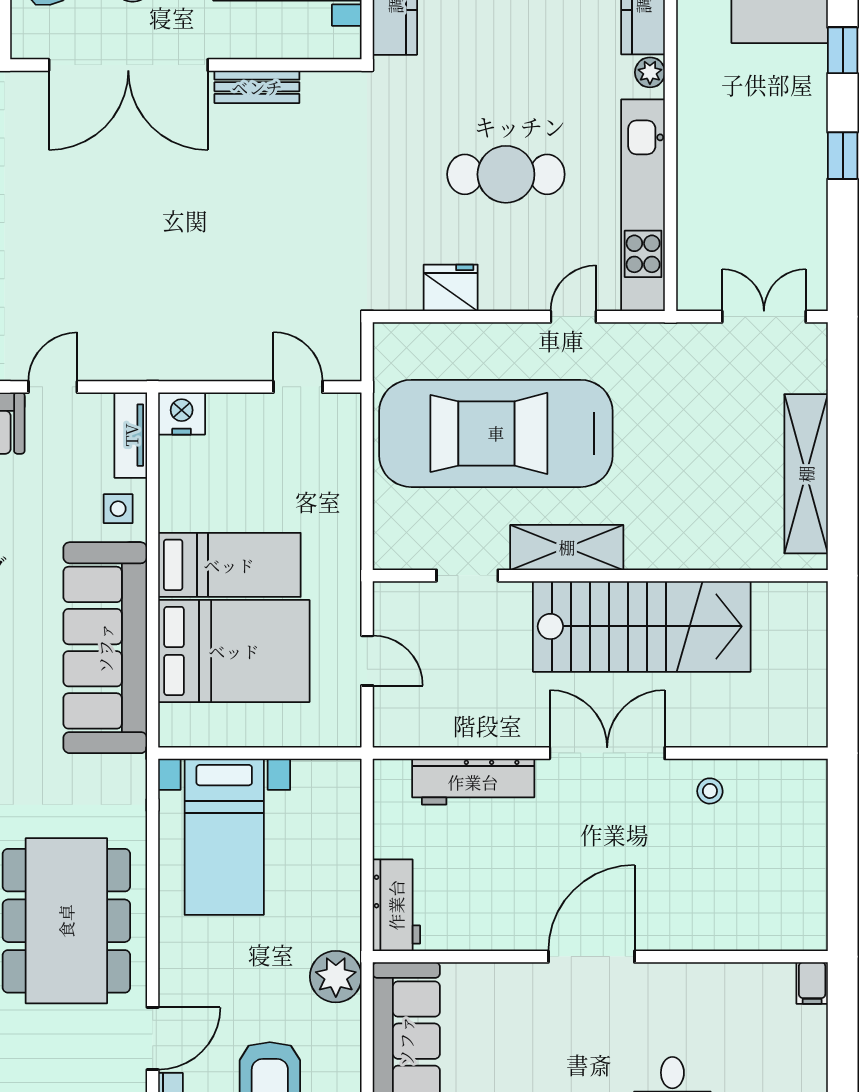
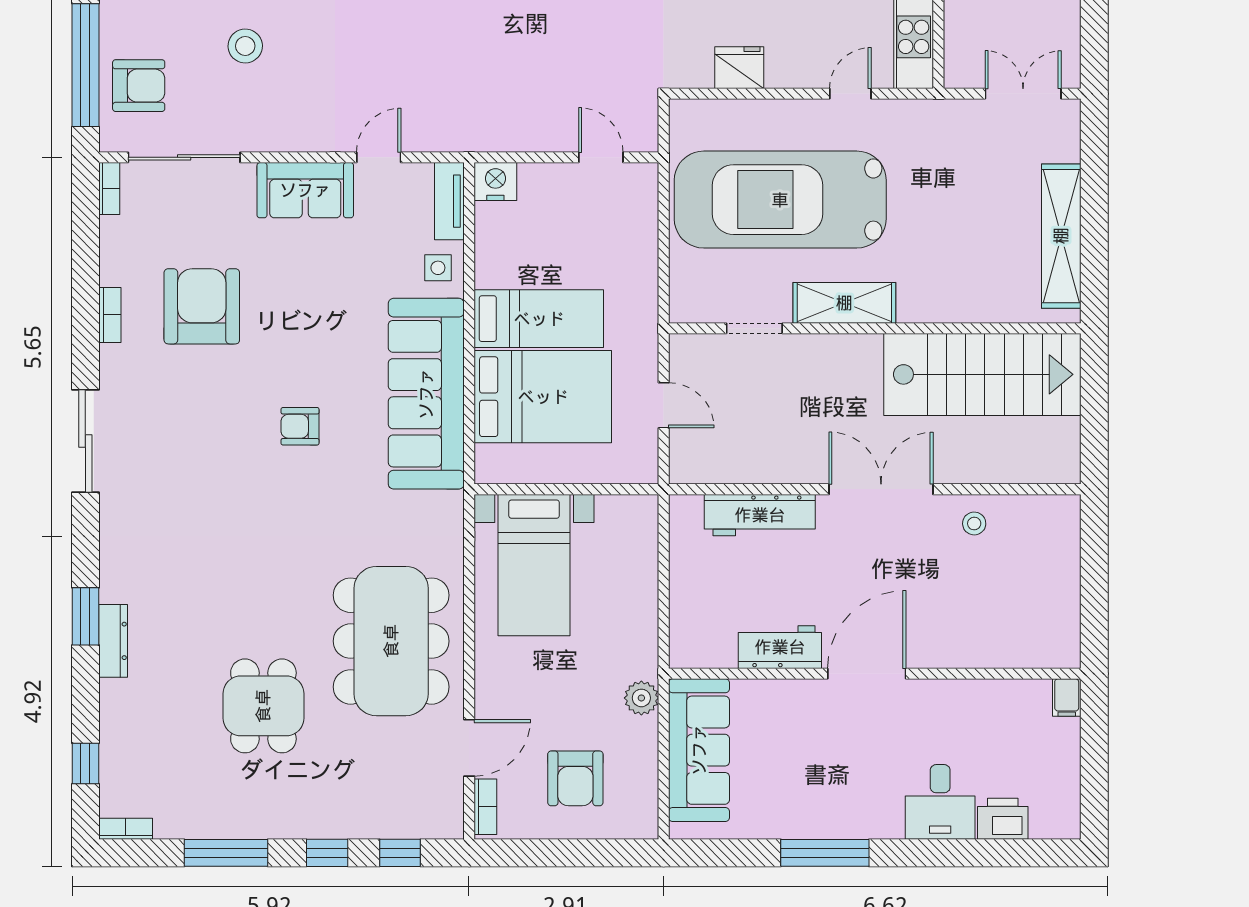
stairs: (642, 626) -> (982, 374), moved
workbench: (396, 905) -> (780, 647), moved, turned -90
plant: (336, 977) -> (641, 698), width x0.73, depth x0.73

